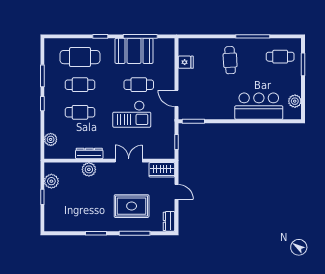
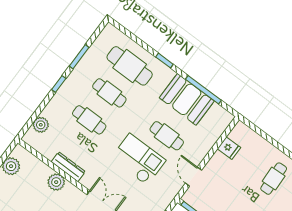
checkout: (132, 114) -> (138, 159), turned 180

